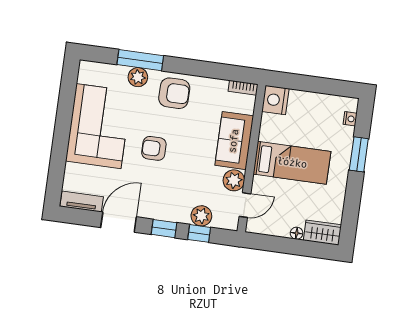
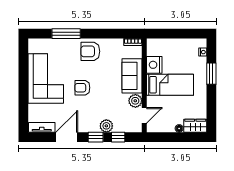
plant: (138, 77) -> (66, 44), removed
armchair: (174, 93) -> (90, 51), turned 180
nightstand: (275, 100) -> (154, 65), moved
plant: (201, 216) -> (106, 126), moved

